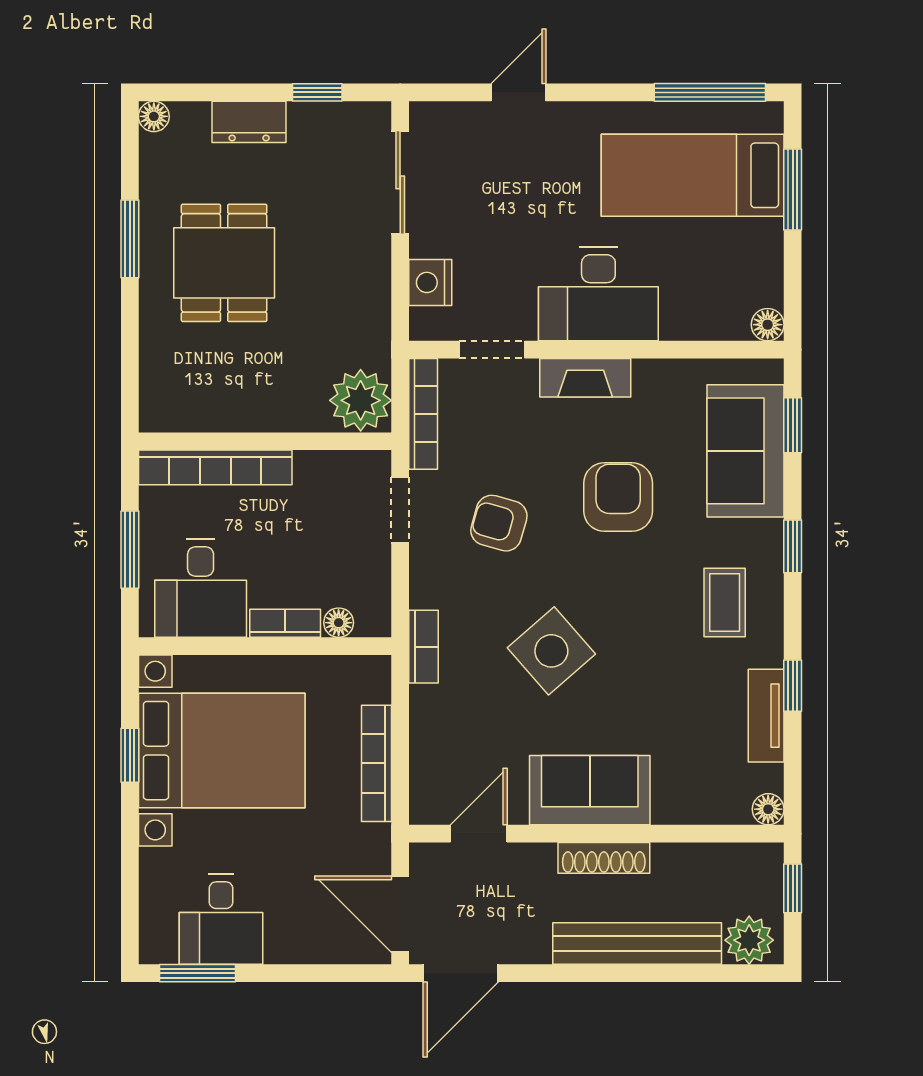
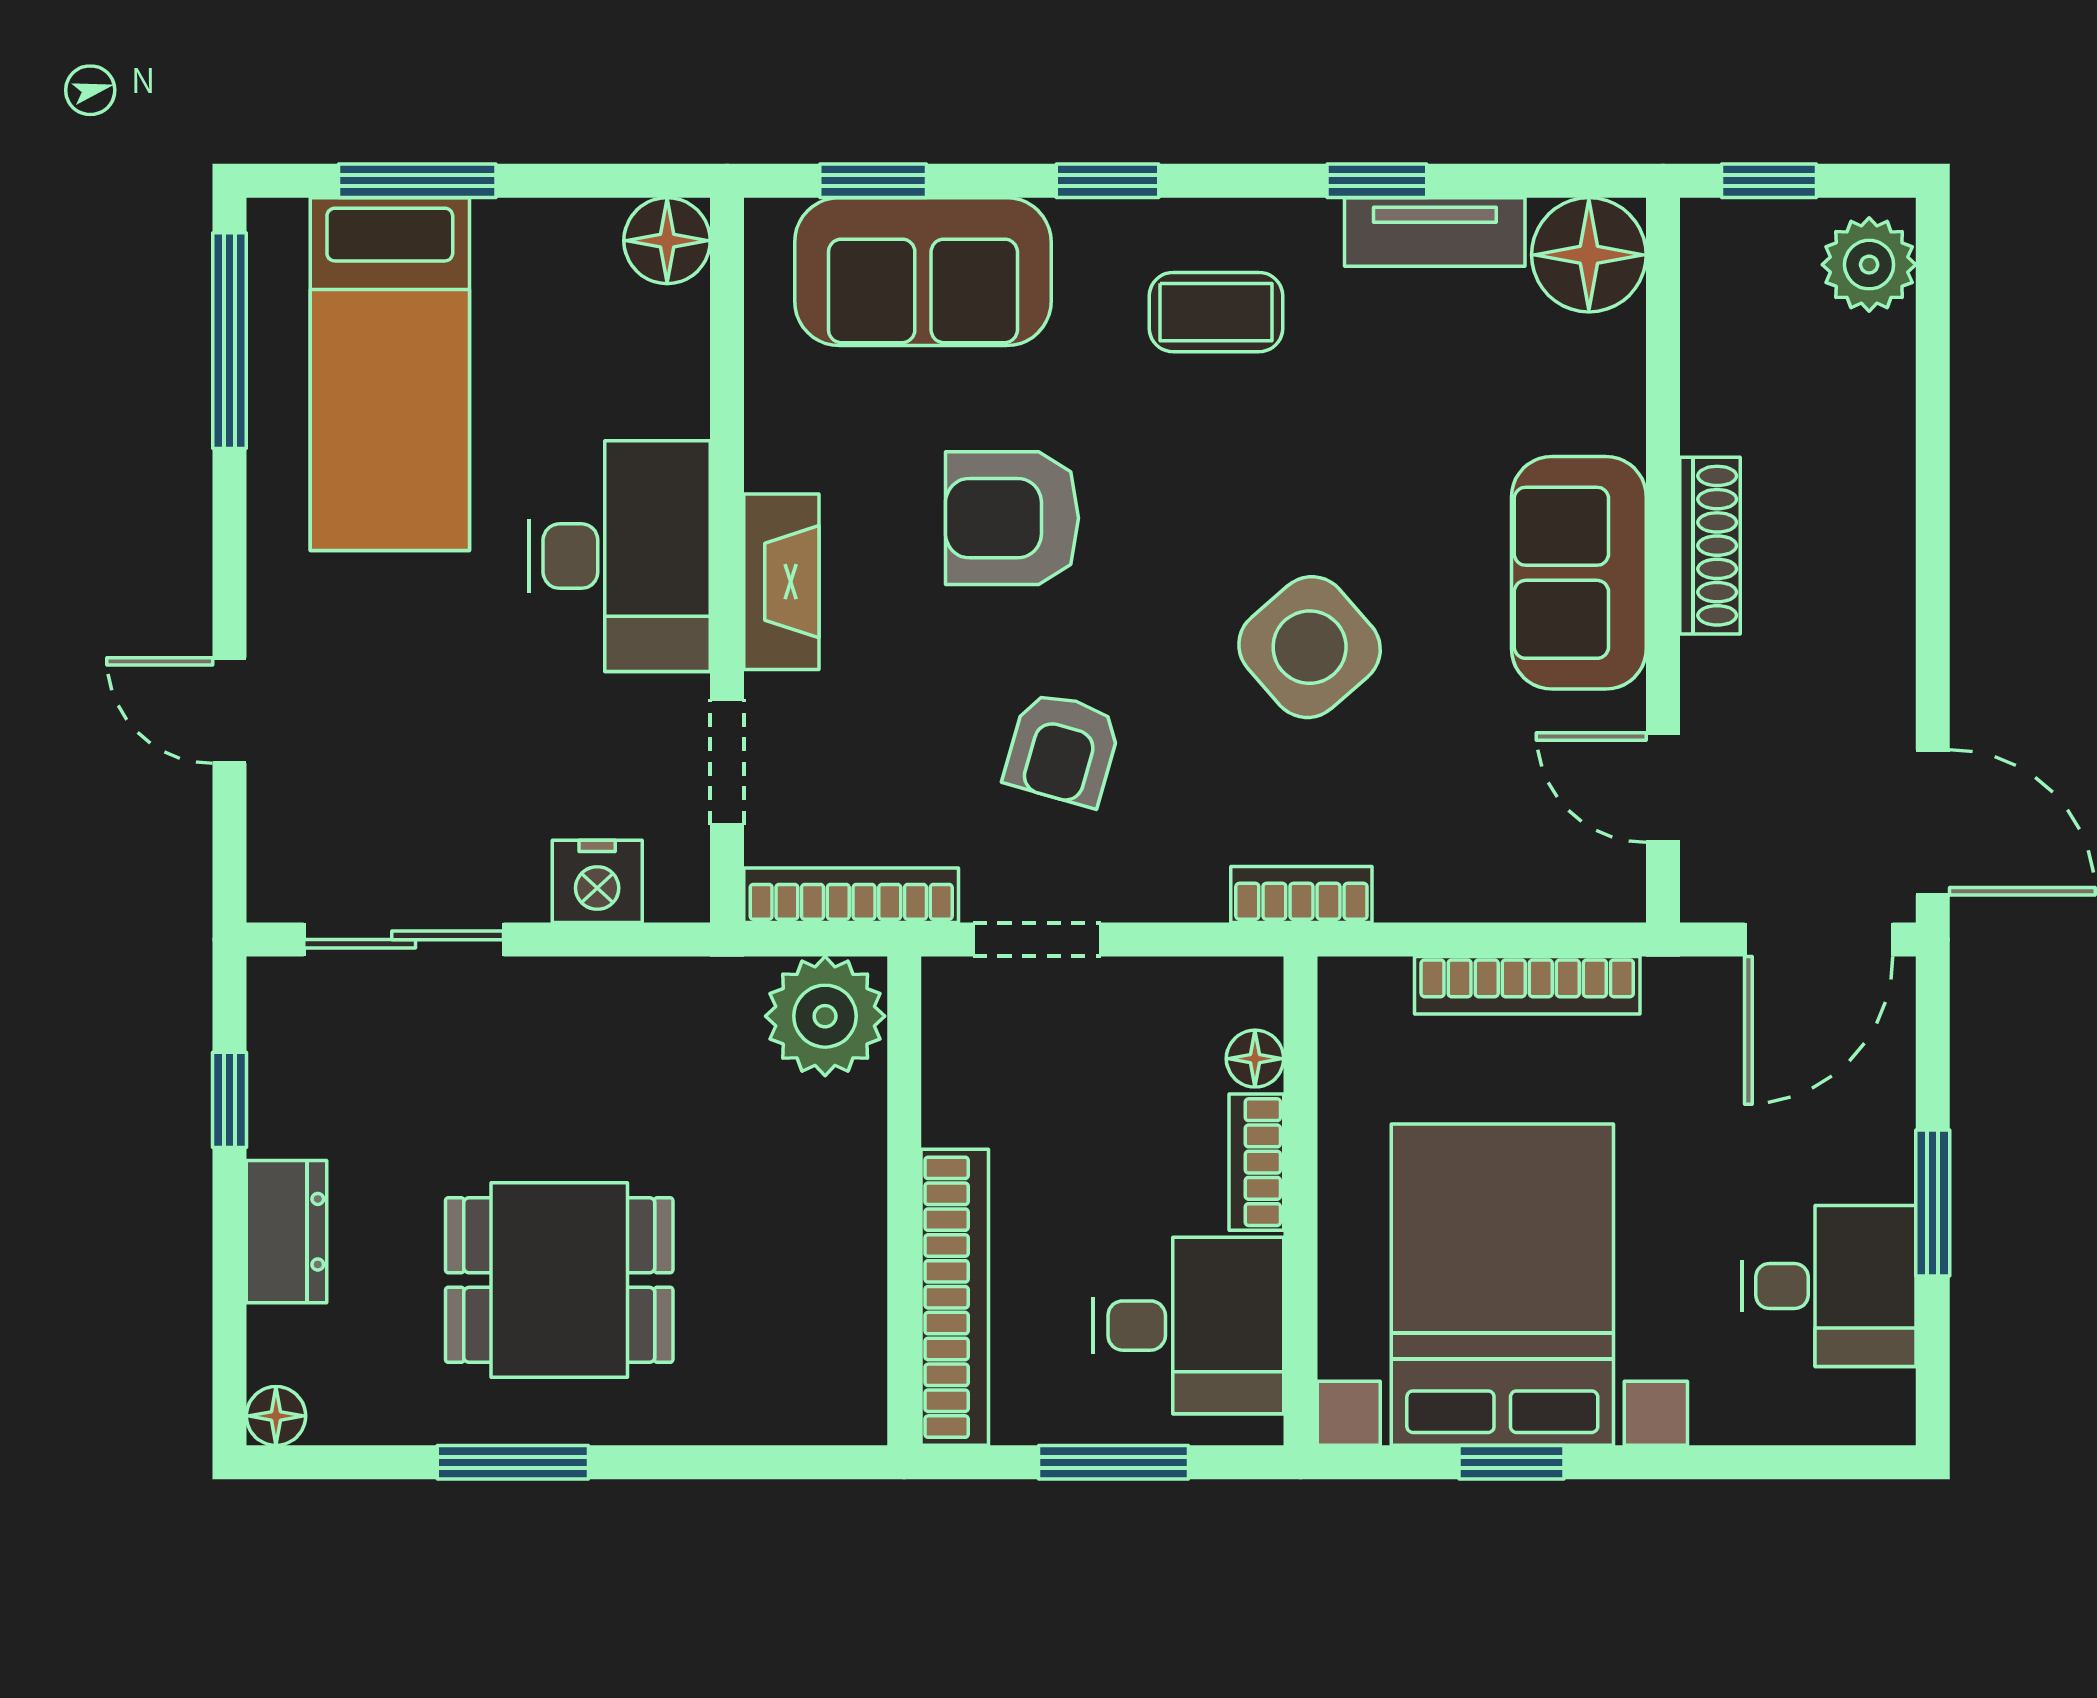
floor lamp: (768, 325) -> (667, 241), width x1.37, depth x1.37
floor lamp: (768, 809) -> (1589, 255), width x1.89, depth x1.89
bench: (637, 944) -> (1875, 481), removed
window: (198, 973) -> (1933, 1203), moved

